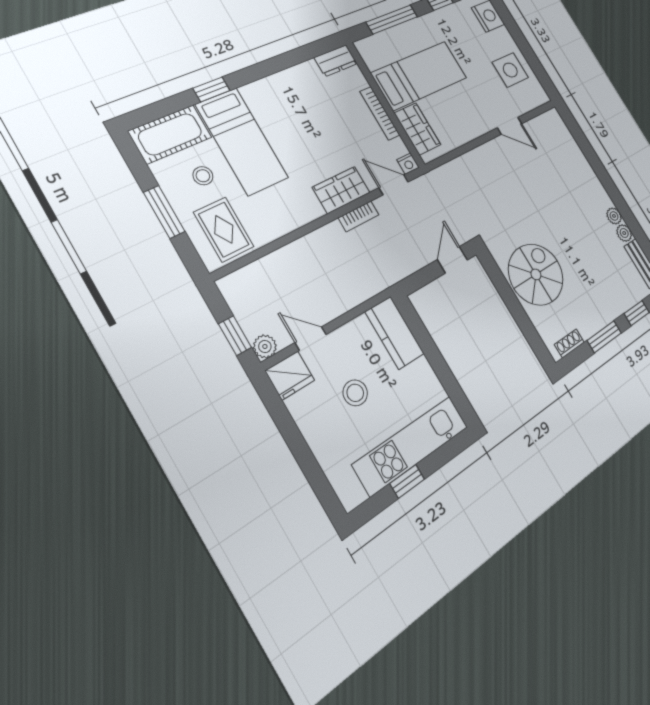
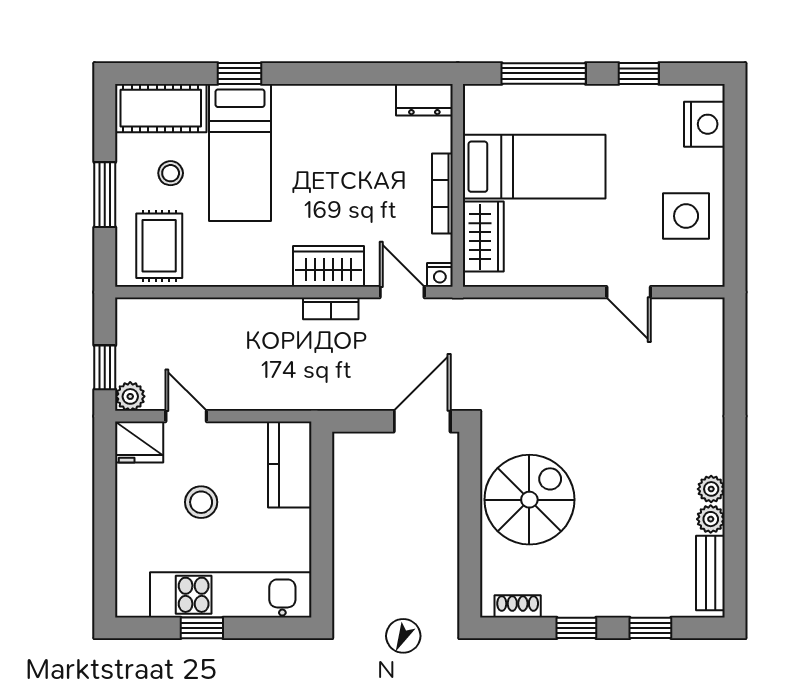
door: (453, 260) -> (422, 421), width x1.38
window: (604, 337) -> (576, 628), width x0.67

